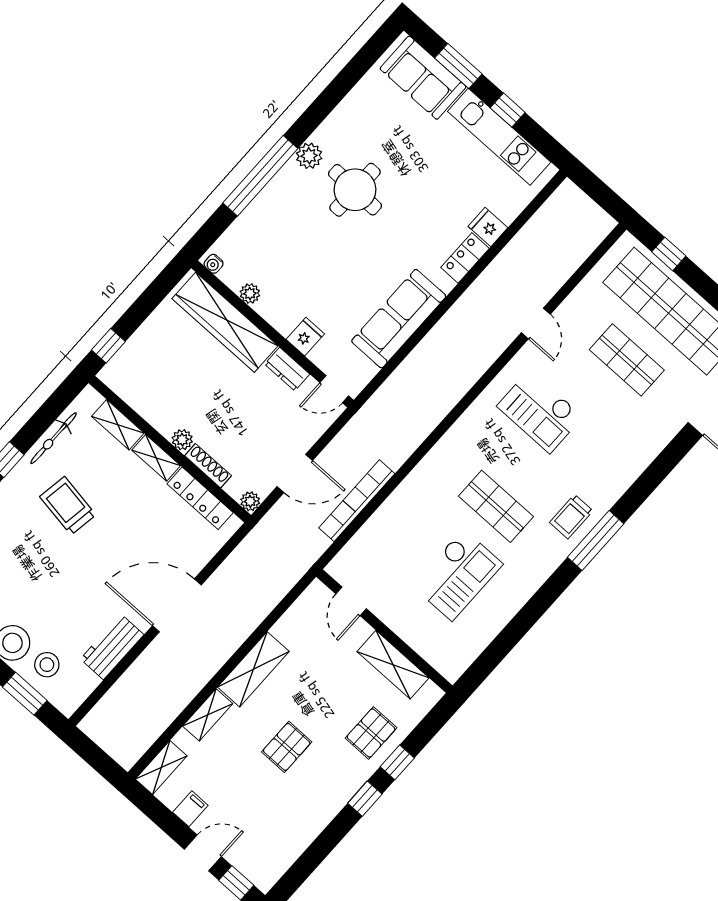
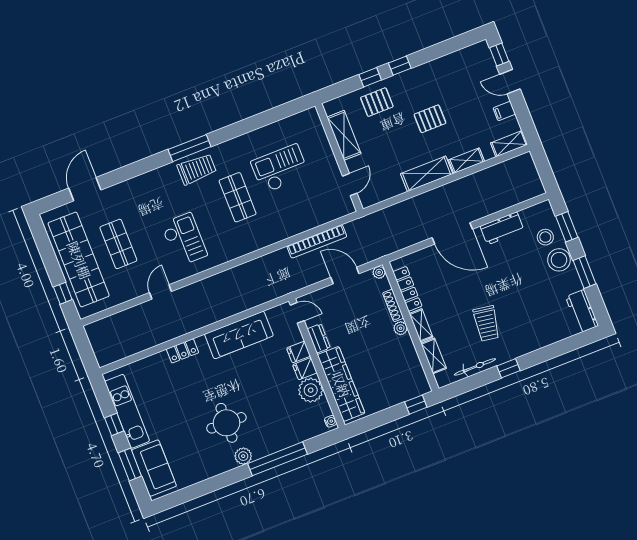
fridge: (488, 227) -> (305, 369), moved, turned 90
plant: (250, 294) -> (311, 390), width x1.87, depth x1.87
trolley: (571, 517) -> (197, 169), width x1.36, depth x1.39

